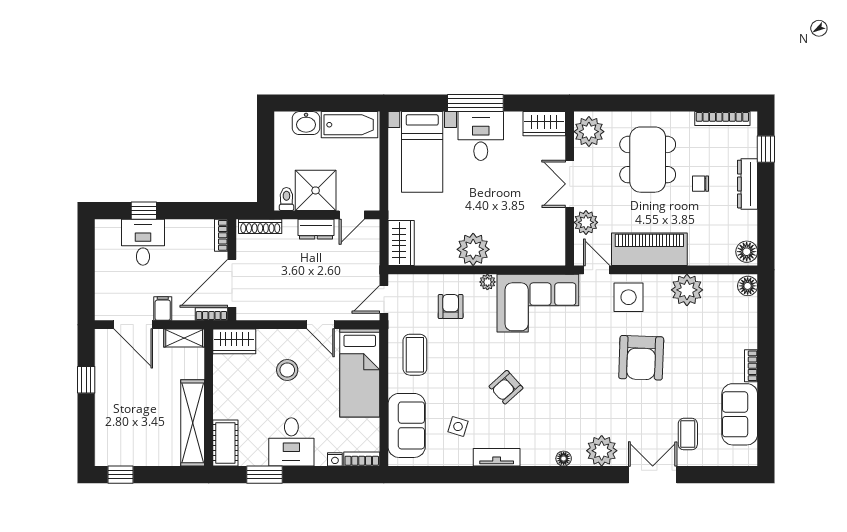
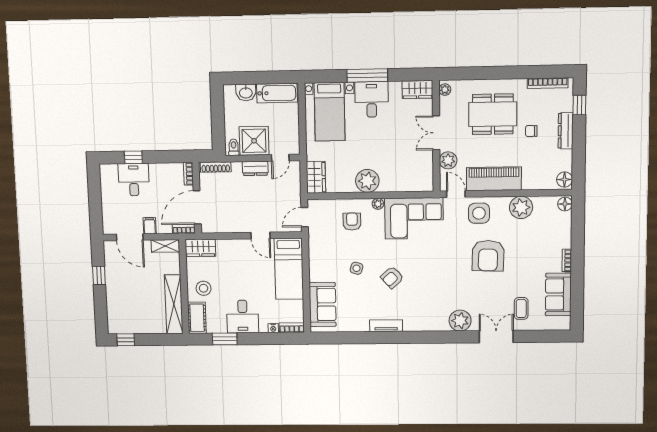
plant: (589, 132) -> (445, 90), width x0.53, depth x0.53
dining table: (648, 160) -> (493, 114), turned 90
coffee table: (415, 355) -> (327, 256), removed
stool: (287, 370) -> (204, 288), moved
side table: (458, 427) -> (357, 268), moved
floor lamp: (564, 459) -> (433, 326), removed

